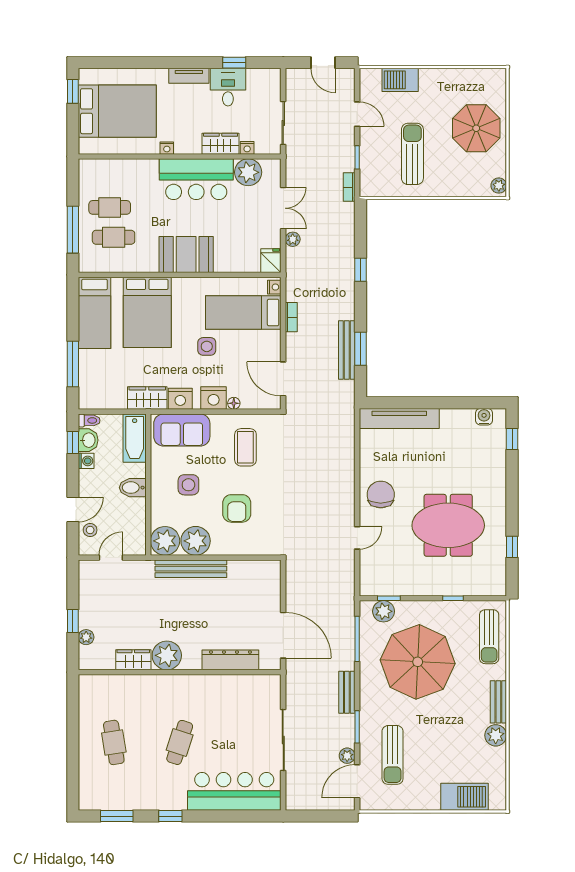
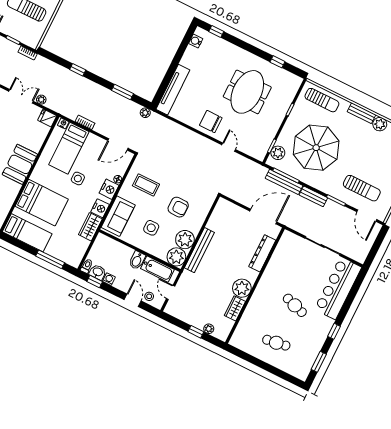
bench: (347, 350) -> (284, 182), moved
bathtub: (135, 438) -> (157, 269), moved
plant: (347, 756) -> (145, 113), moved

